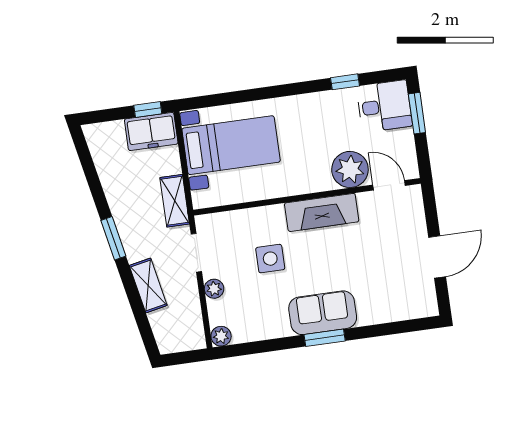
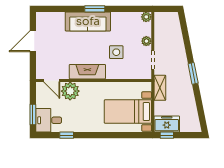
shelving: (148, 285) -> (179, 47), removed
sofa: (323, 313) -> (88, 21), width x1.36

